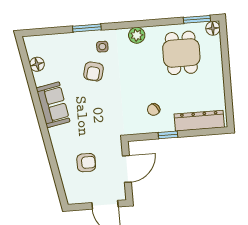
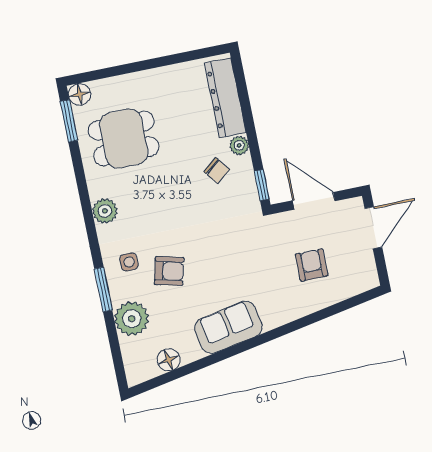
plant: (66, 44) -> (132, 319), added
plant: (168, 126) -> (239, 145), added
window: (168, 135) -> (262, 185), moved

